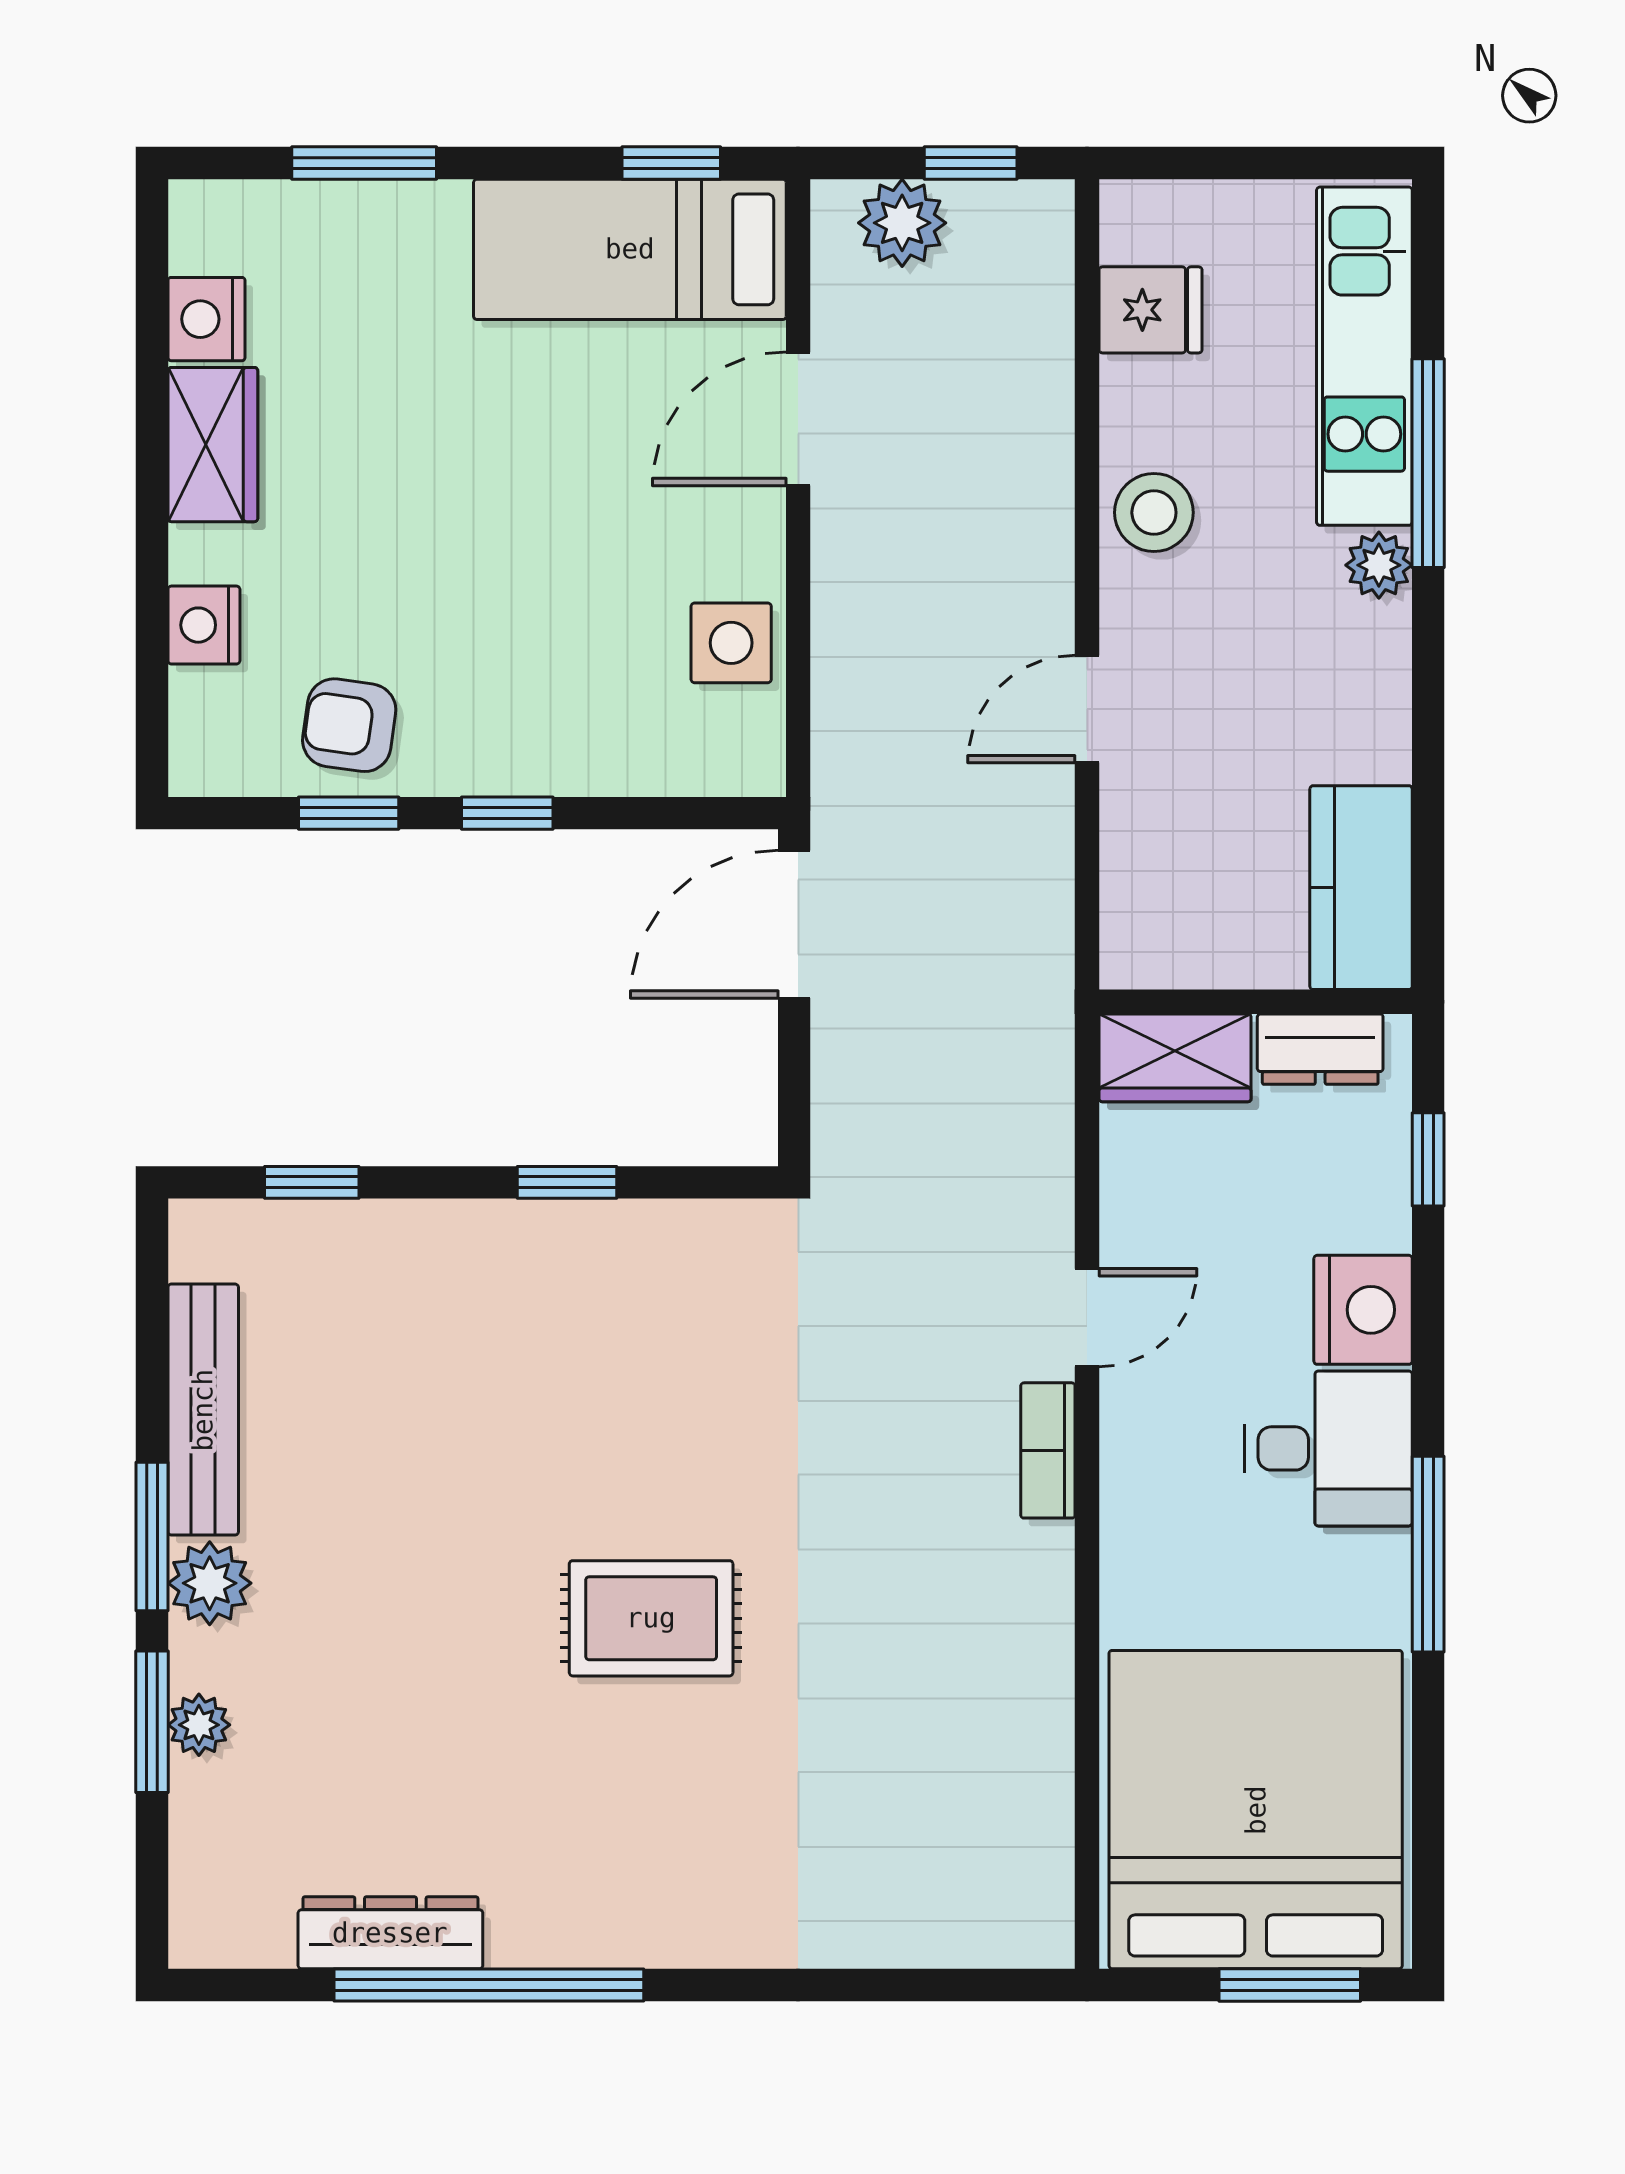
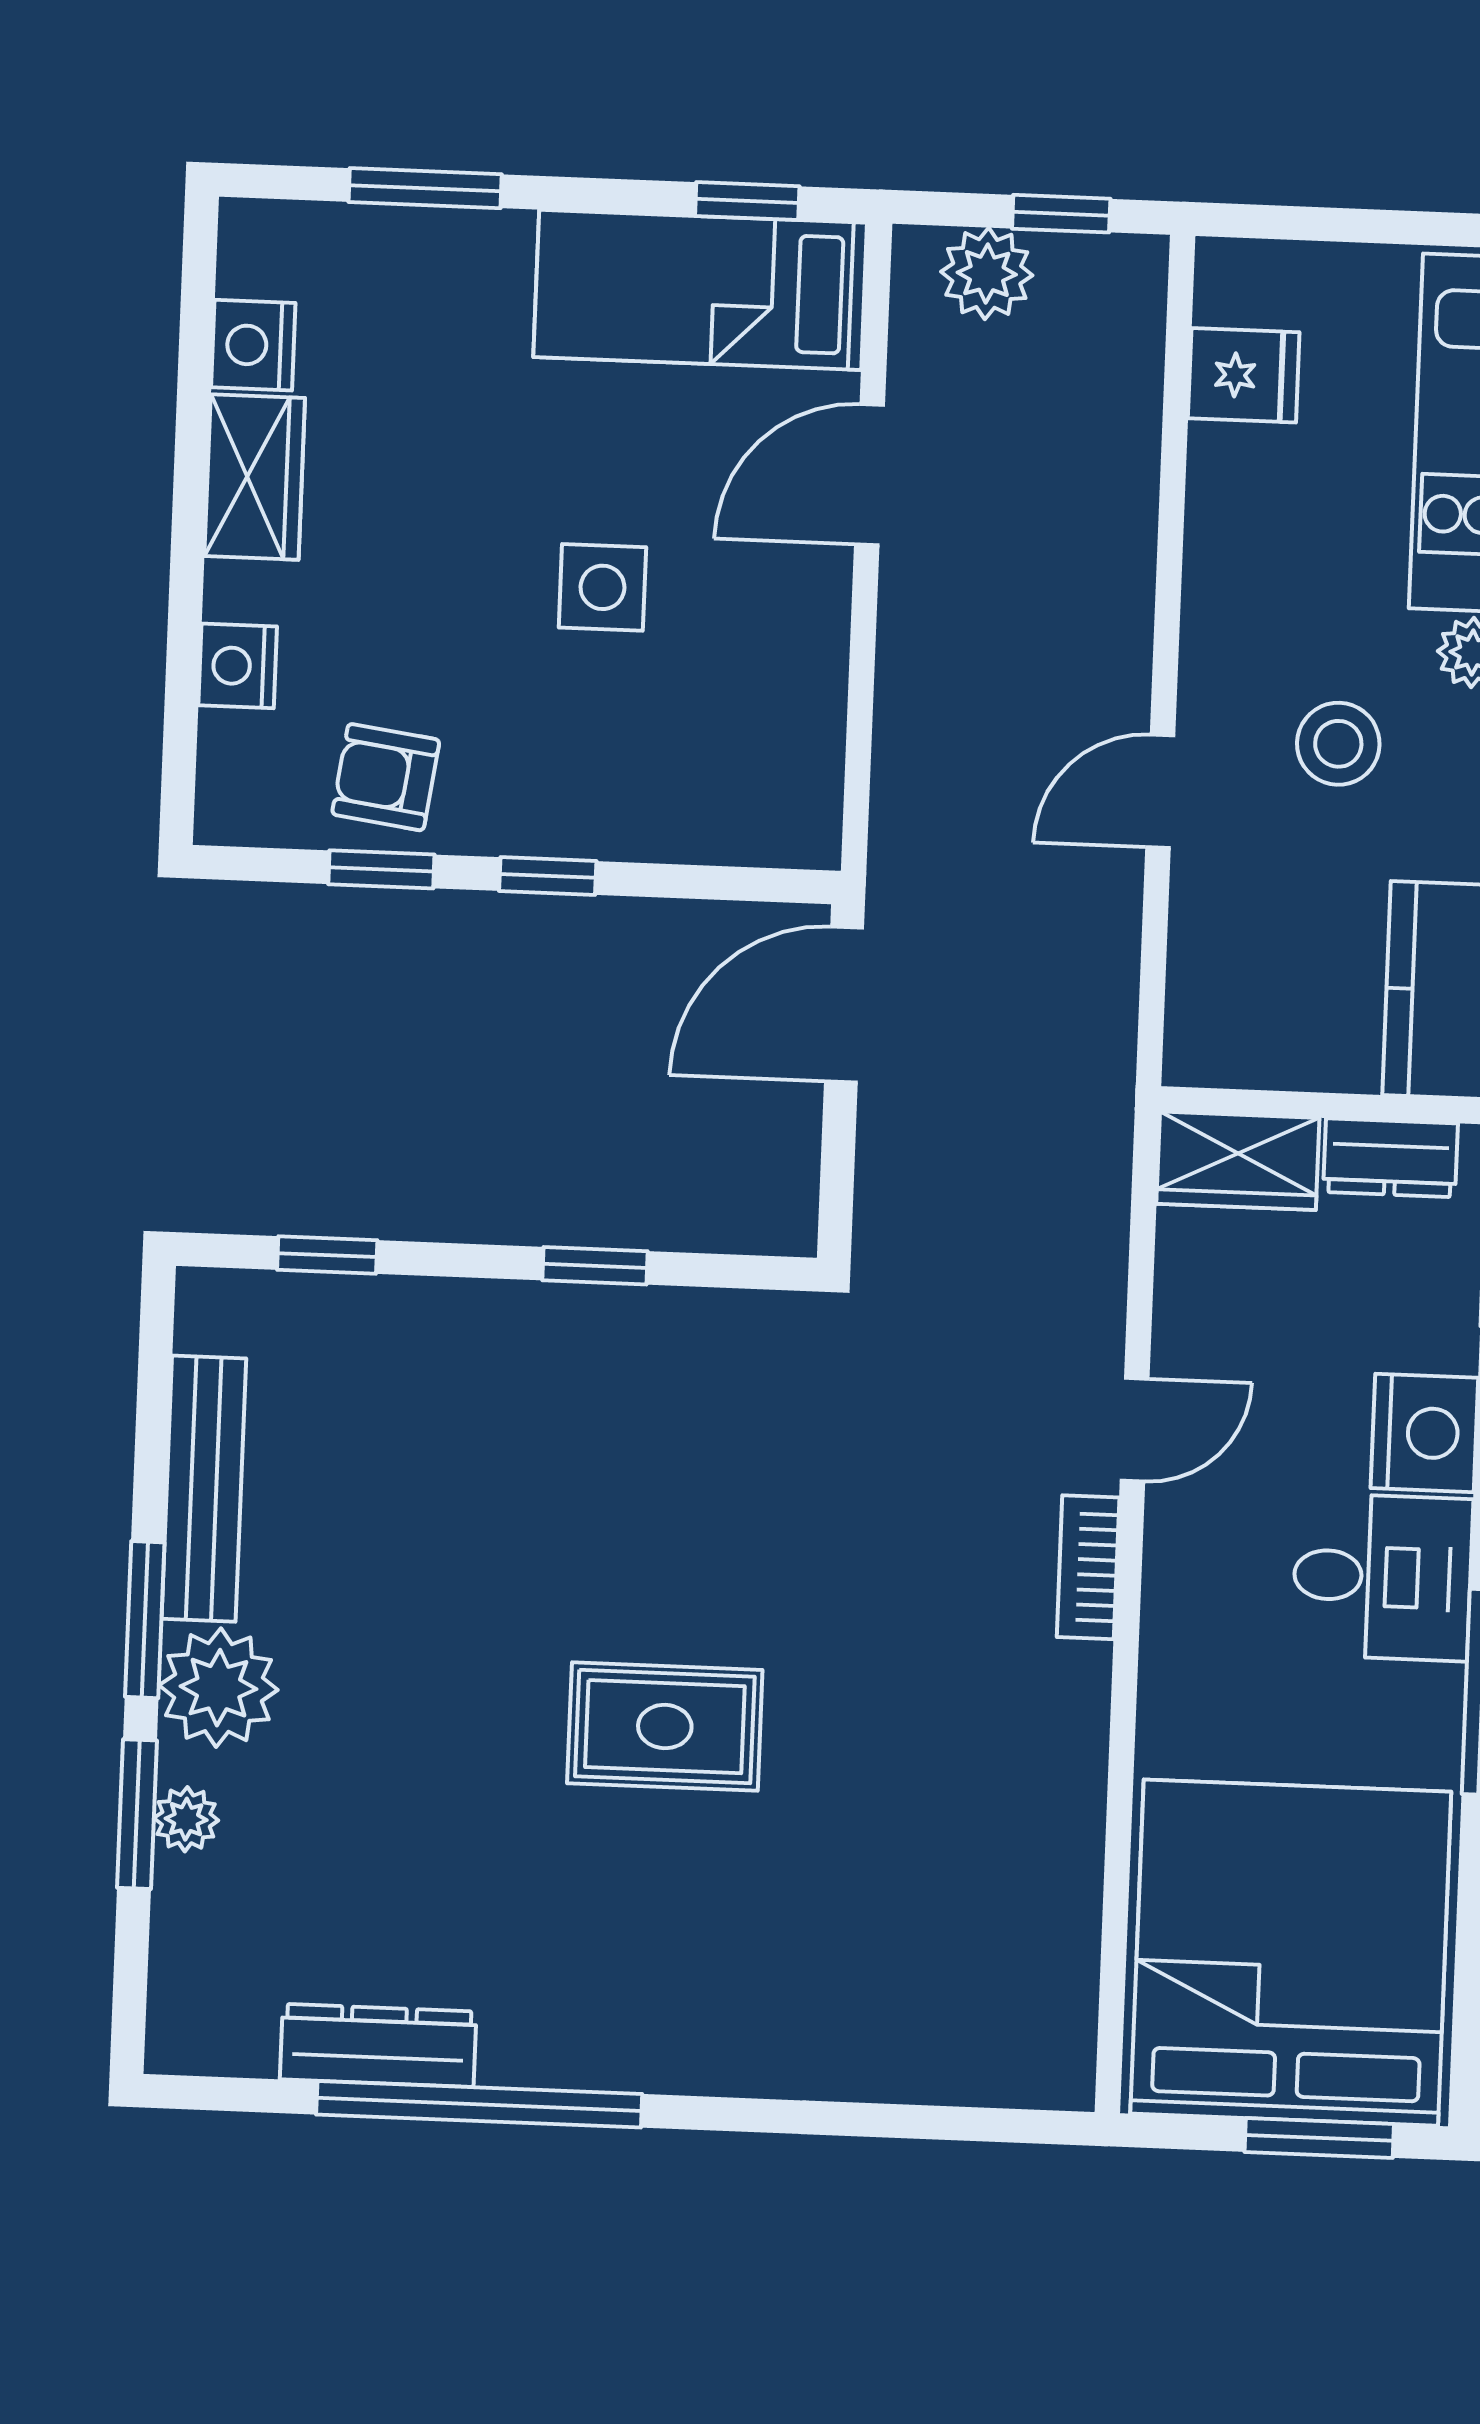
stool: (1154, 513) -> (1338, 744), moved
side table: (731, 643) -> (602, 587), moved
plant: (210, 1583) -> (218, 1688), width x1.36, depth x1.36

